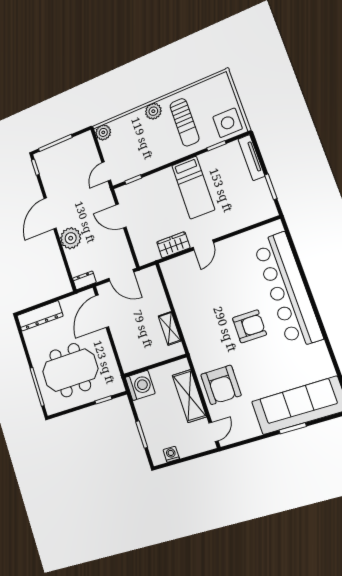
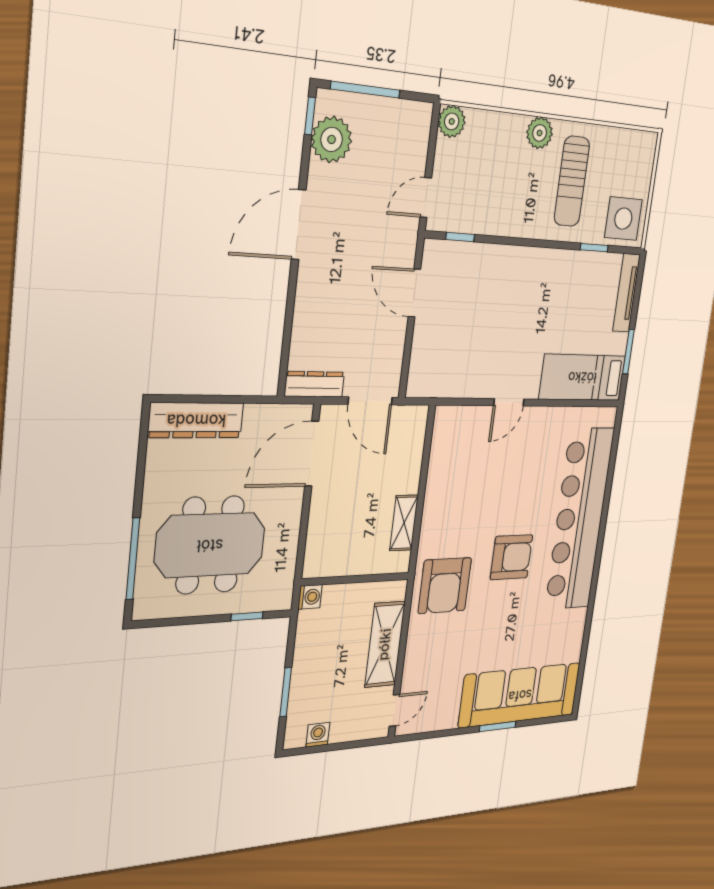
bed: (193, 188) -> (582, 377), moved, turned 90
plant: (71, 238) -> (332, 139), moved
wardrobe: (173, 245) -> (469, 383), removed
dresser: (84, 280) -> (314, 384), width x1.44
washing machine: (140, 385) -> (310, 597), width x0.53, depth x0.53
armchair: (221, 385) -> (445, 586), moved

